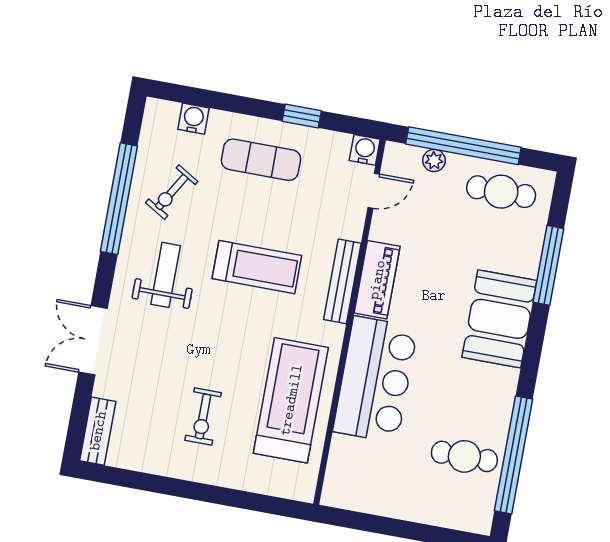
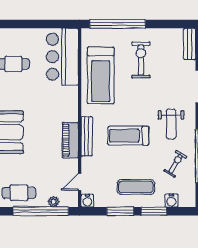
window: (233, 103) -> (154, 211), added
window: (302, 116) -> (120, 211), width x1.50
bar counter: (375, 379) -> (62, 57), moved
exercise bike: (203, 417) -> (141, 60), width x1.38, depth x1.39
window: (237, 499) -> (118, 24), added

